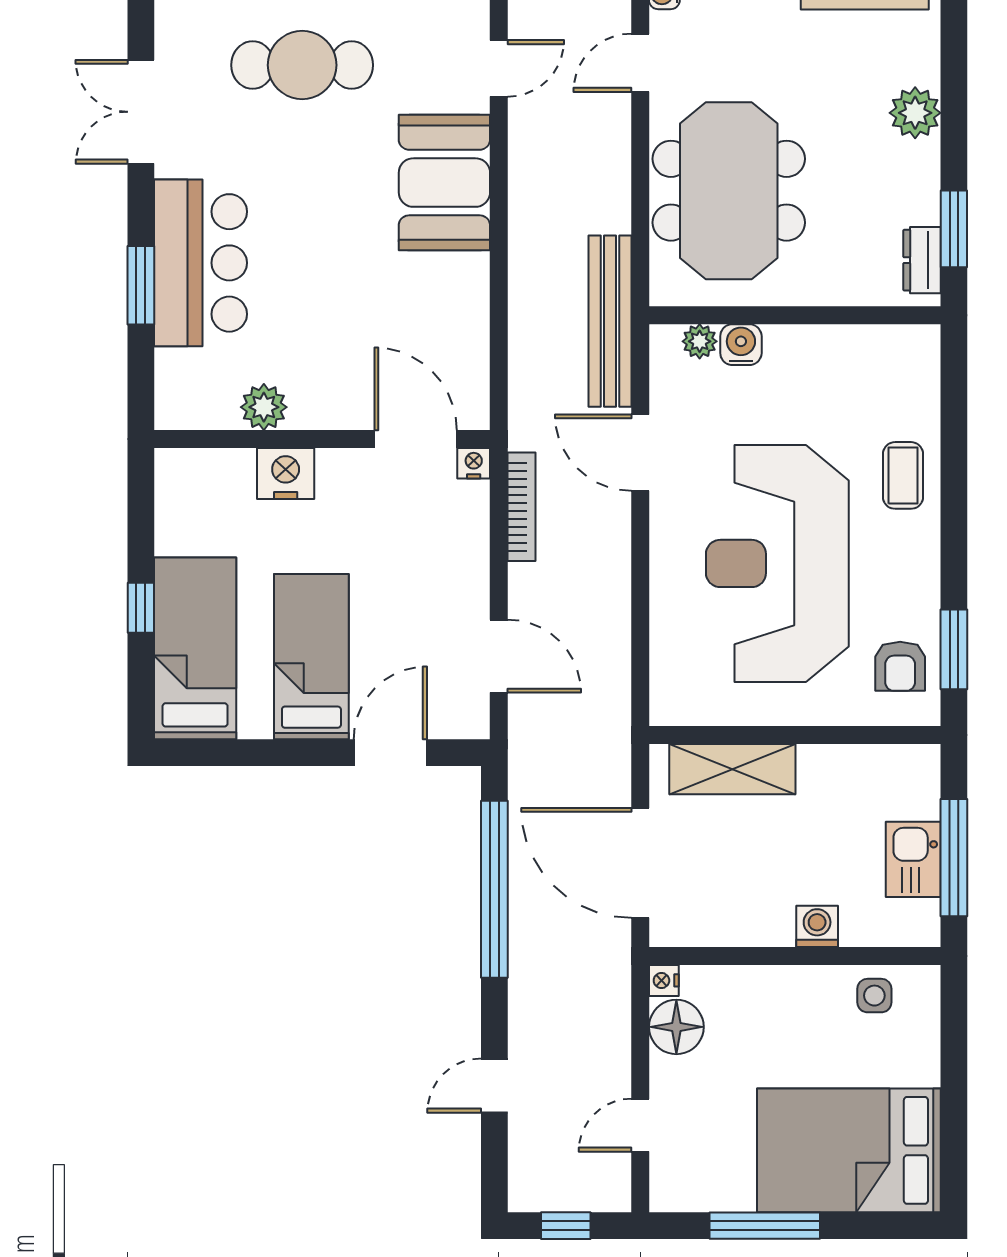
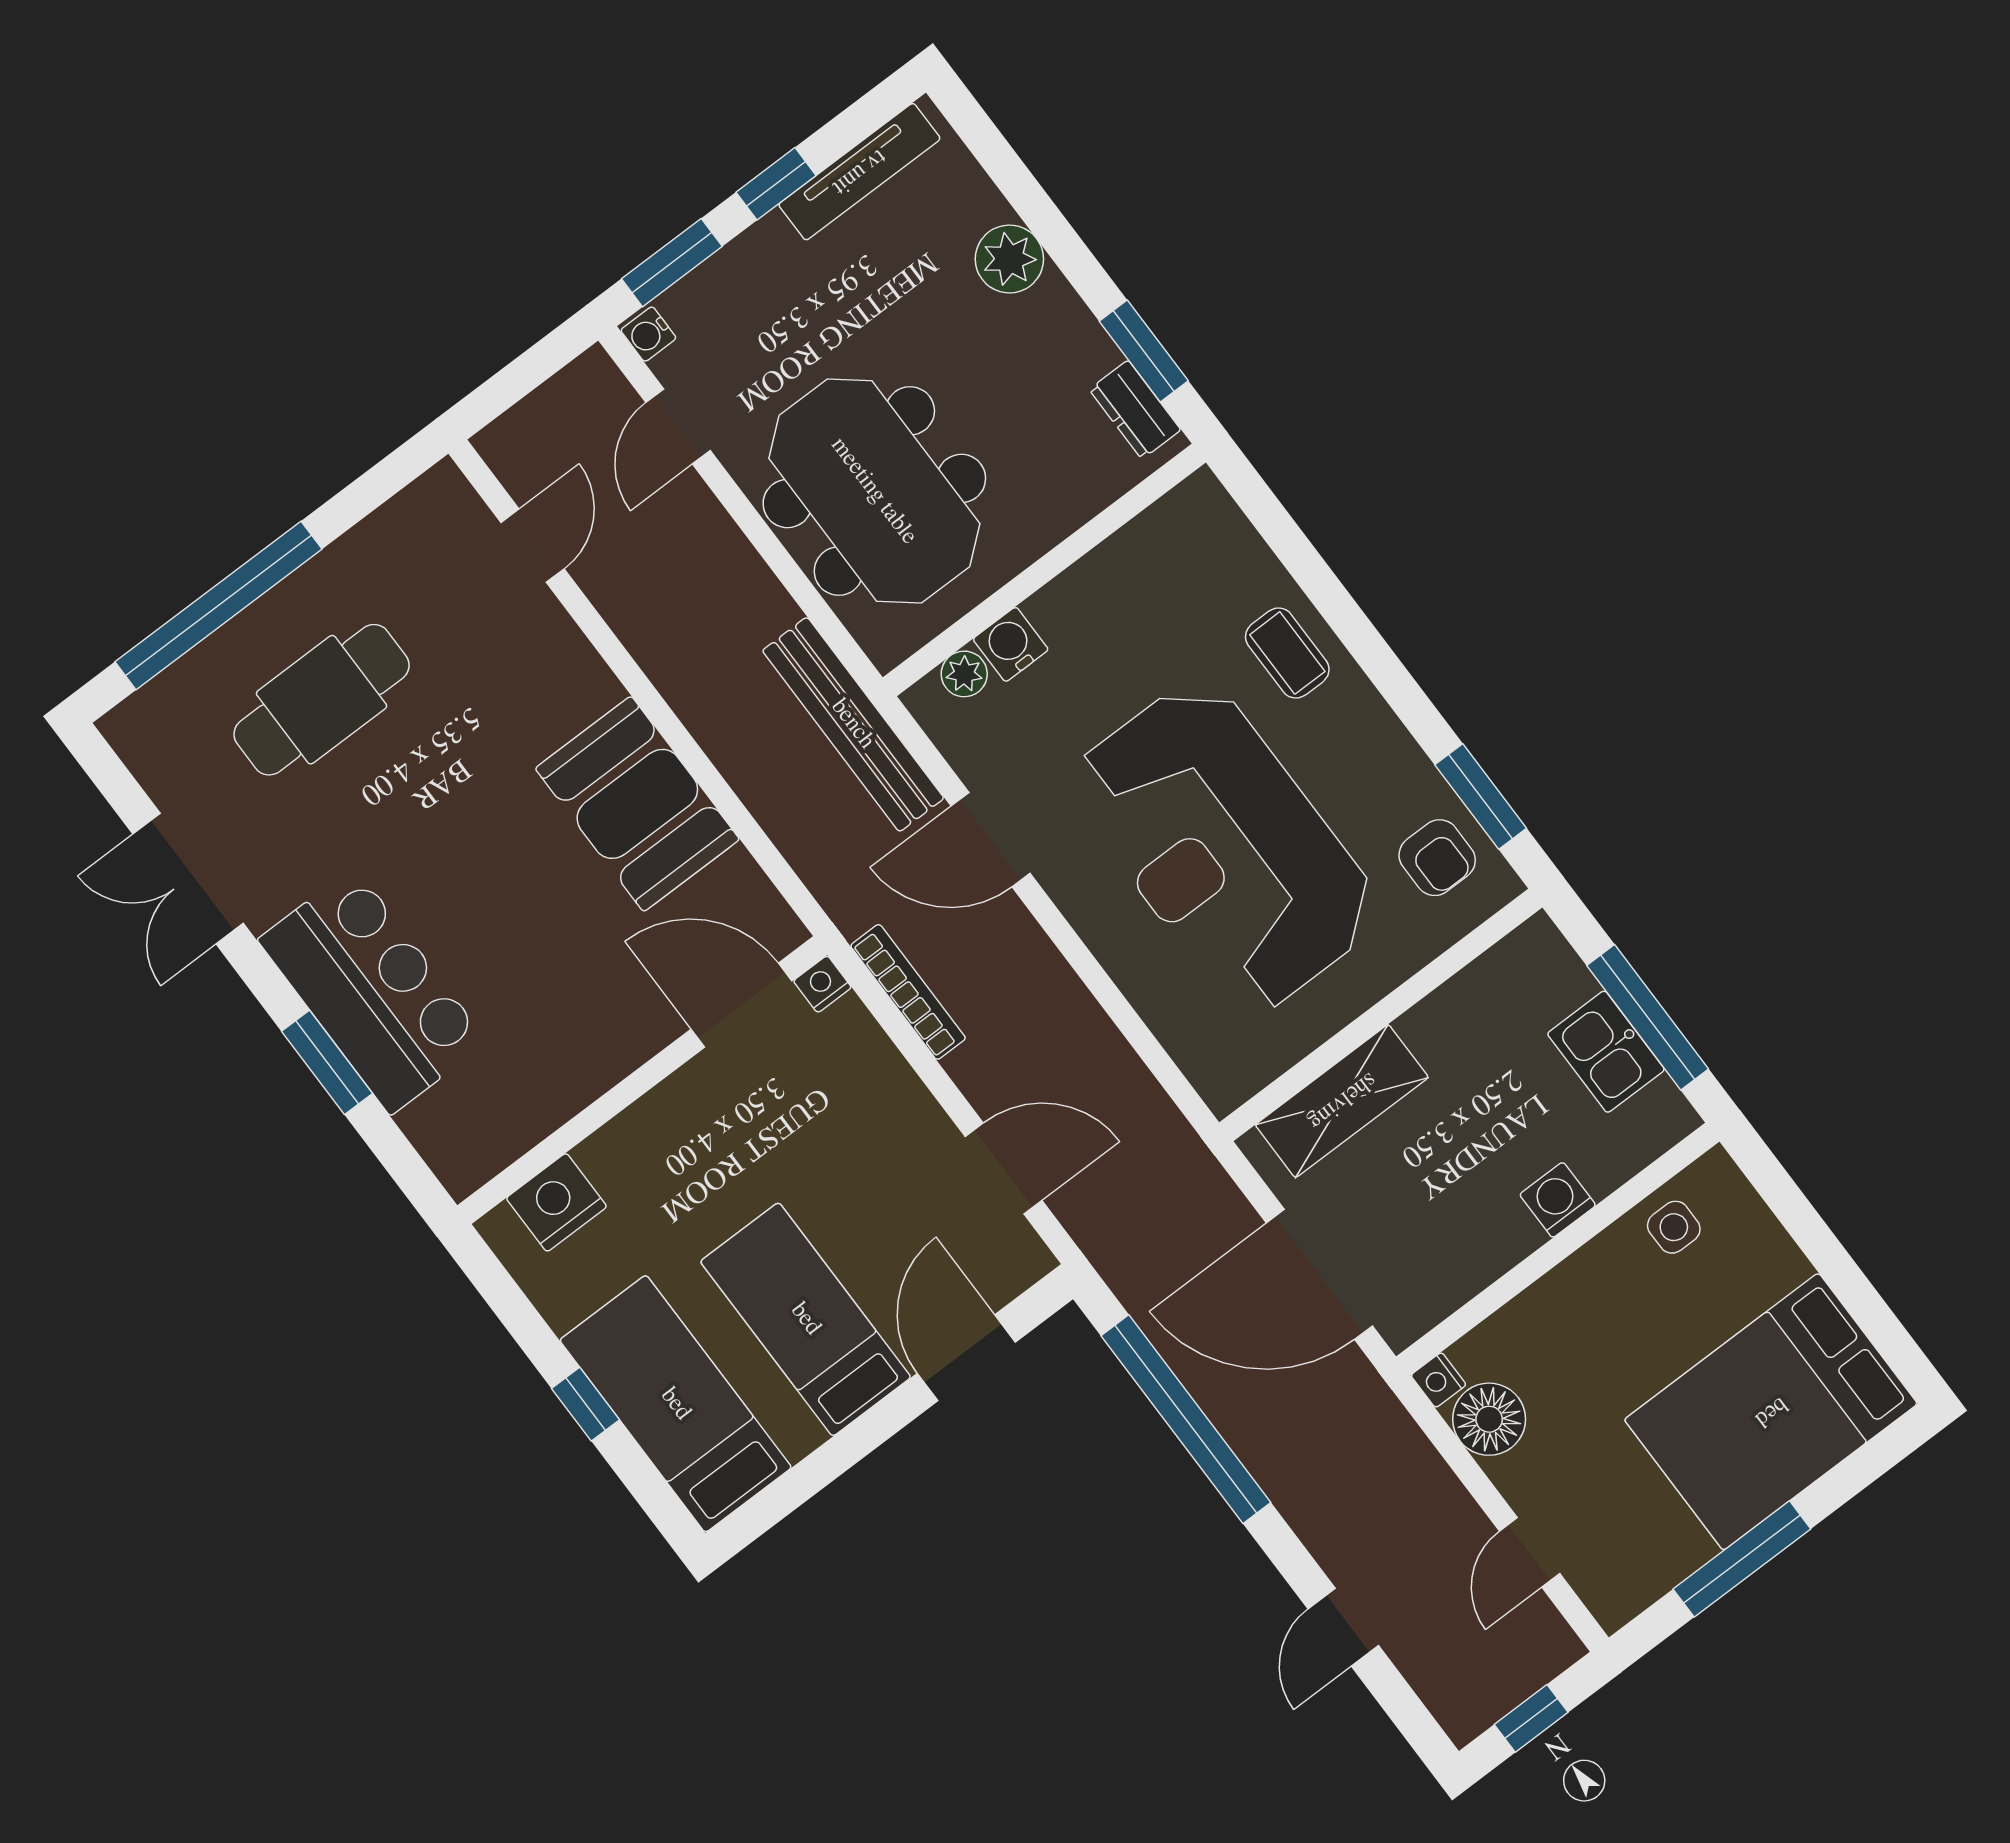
booth: (444, 183) -> (637, 804), moved
plant: (264, 407) -> (555, 1093), removed
nightstand: (286, 473) -> (556, 1202), moved

